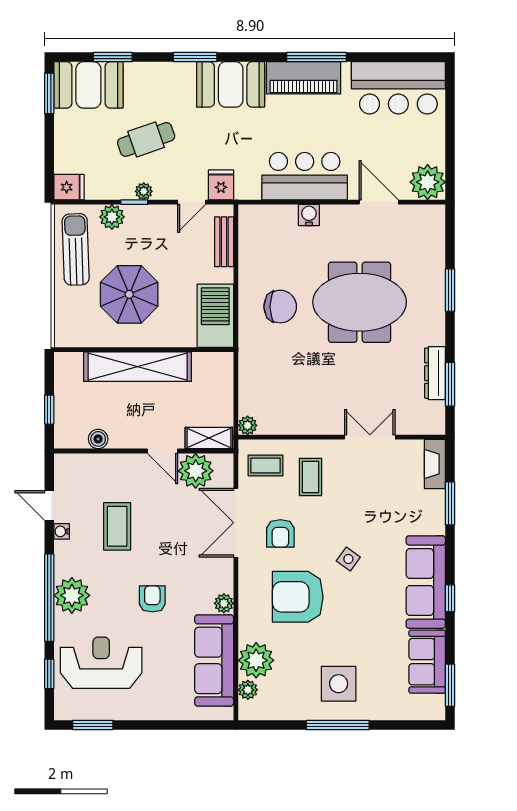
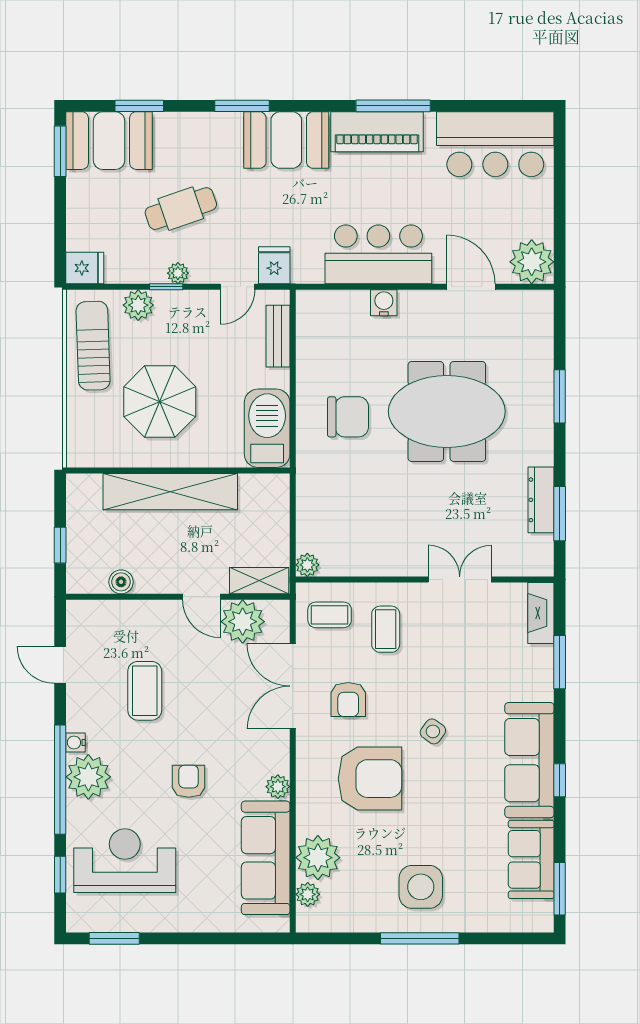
water cooler: (62, 531) -> (75, 742), moved
armchair: (298, 597) -> (370, 779), turned 180

